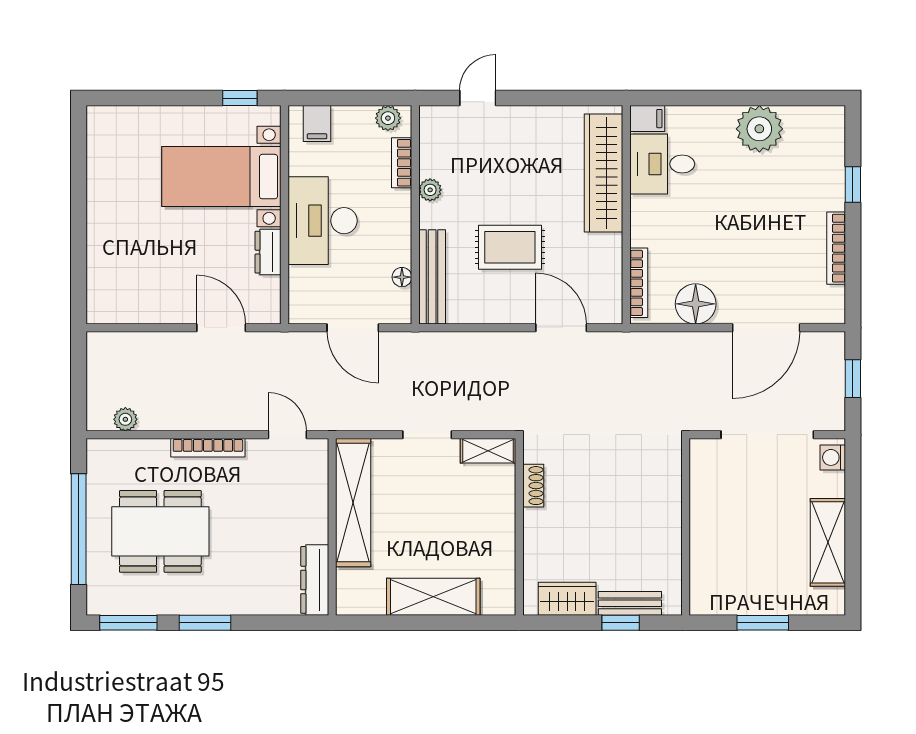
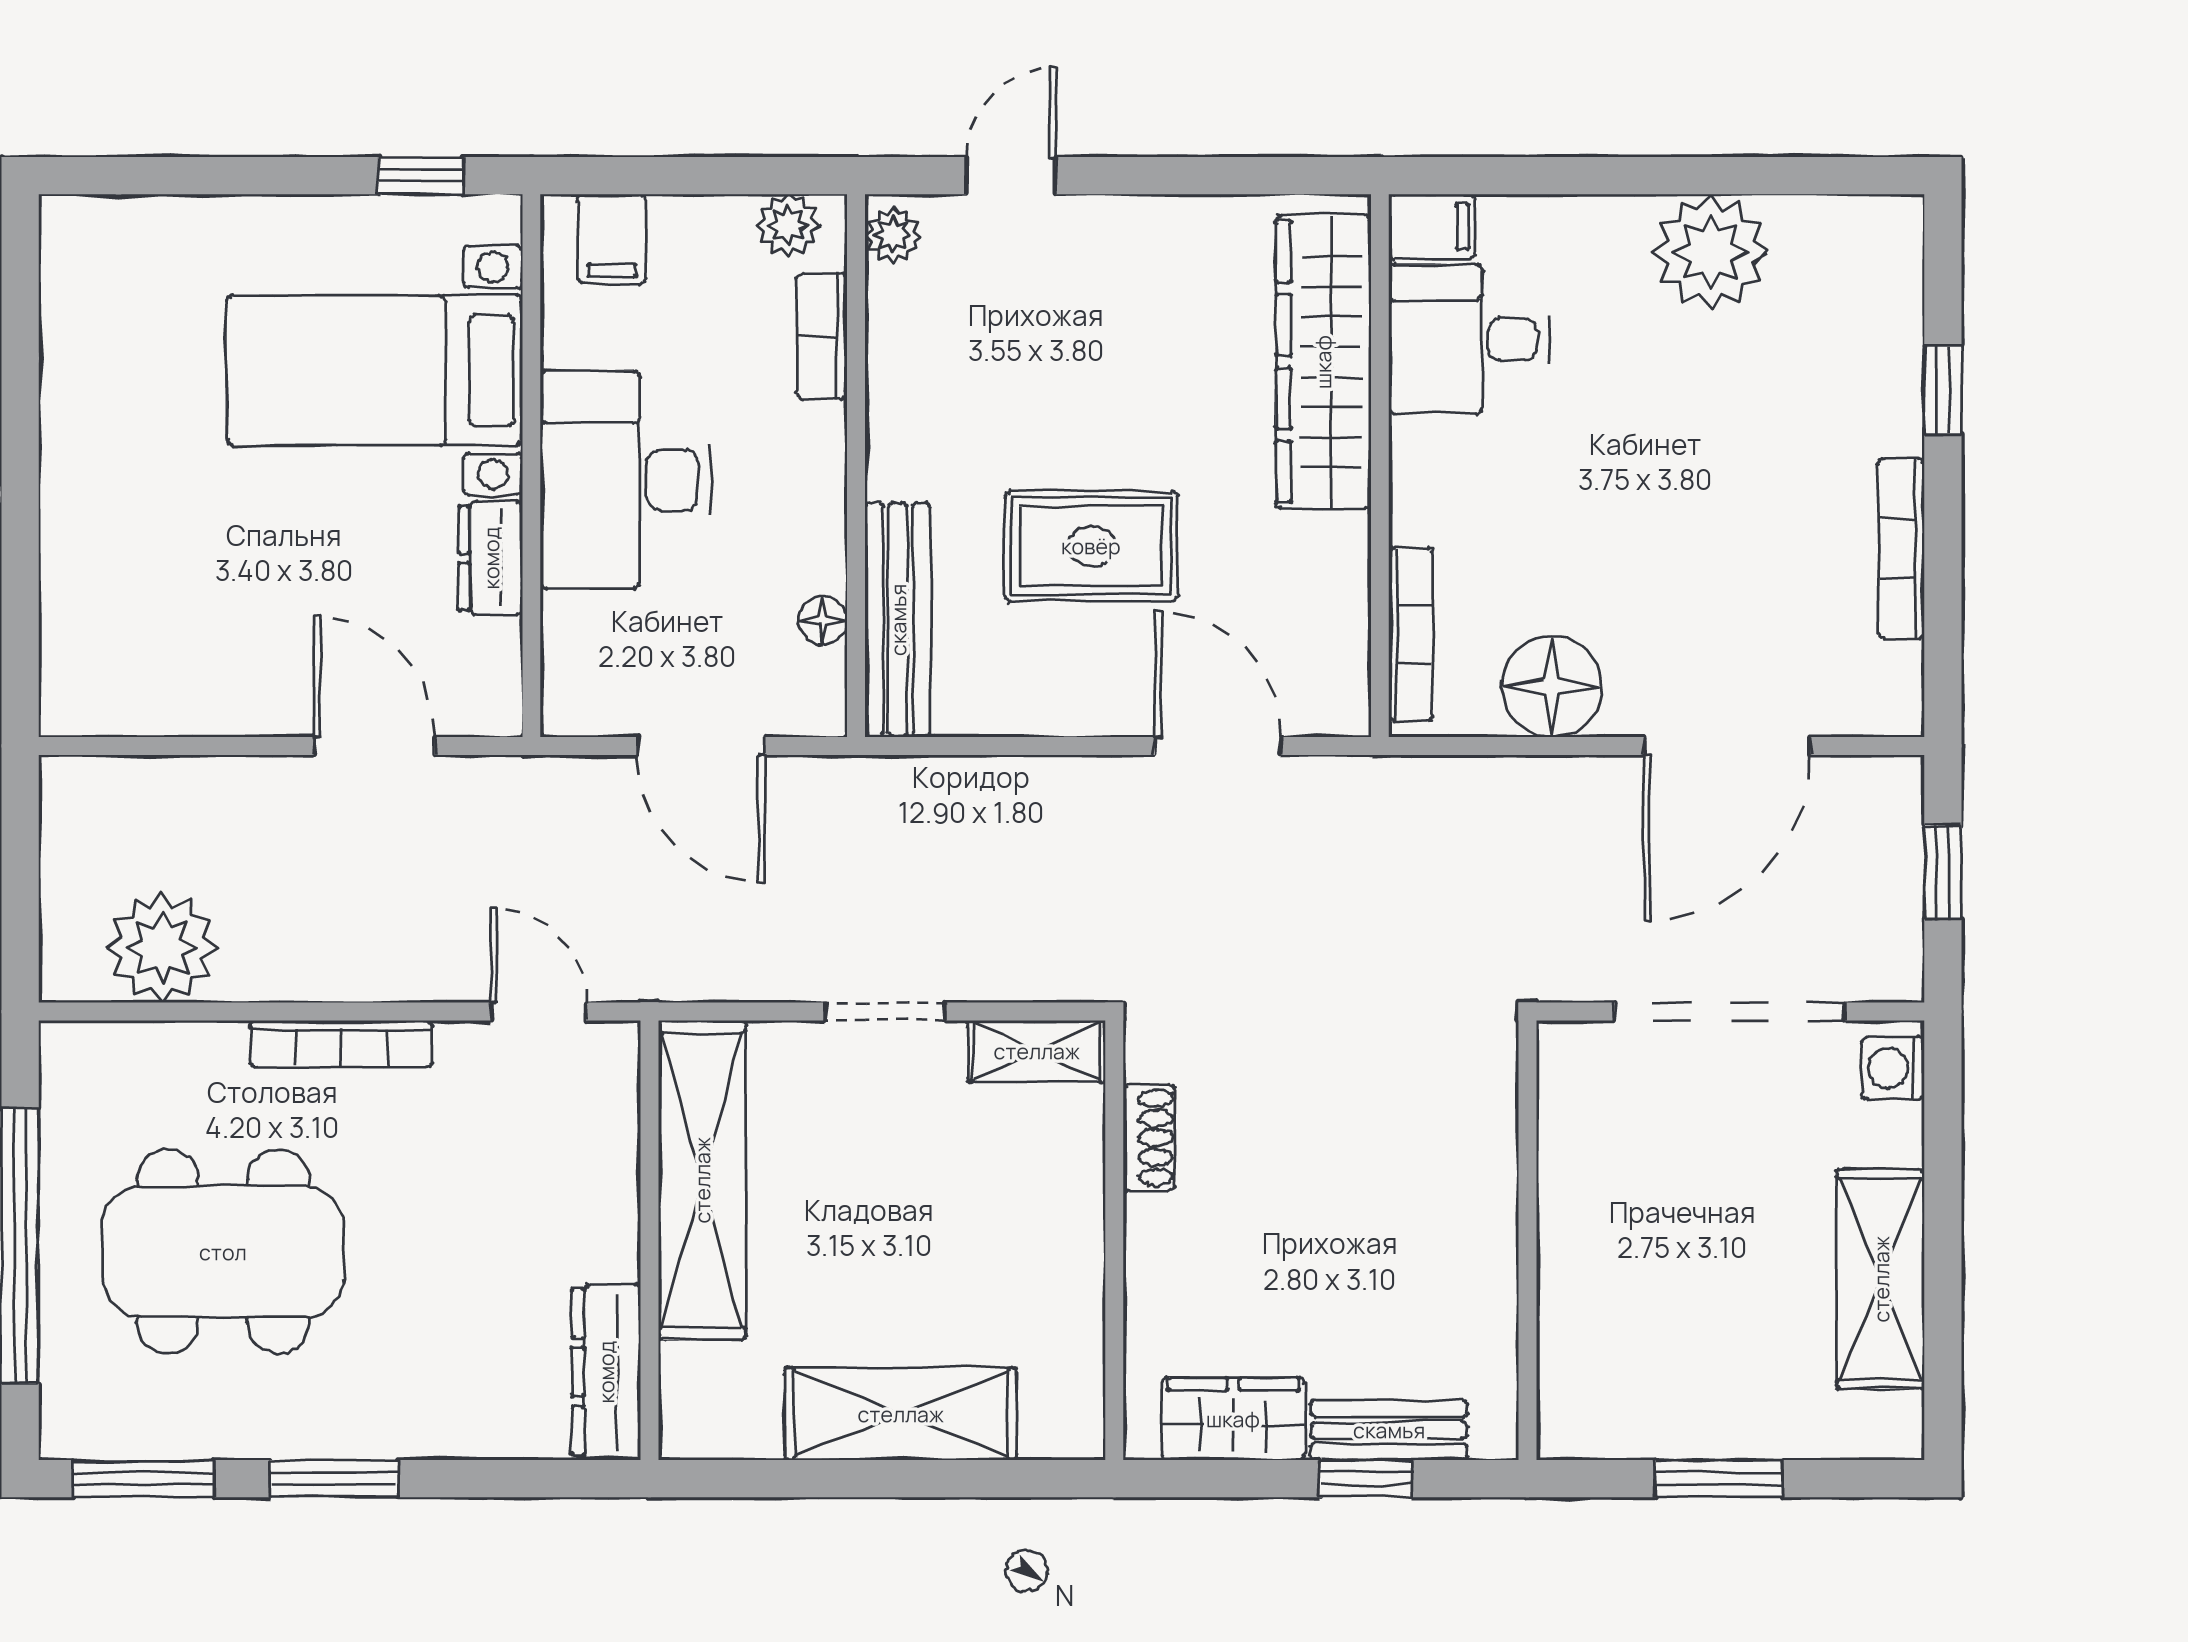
plant: (430, 190) -> (893, 235), moved
plant: (125, 419) -> (162, 948), width x1.88, depth x1.88

